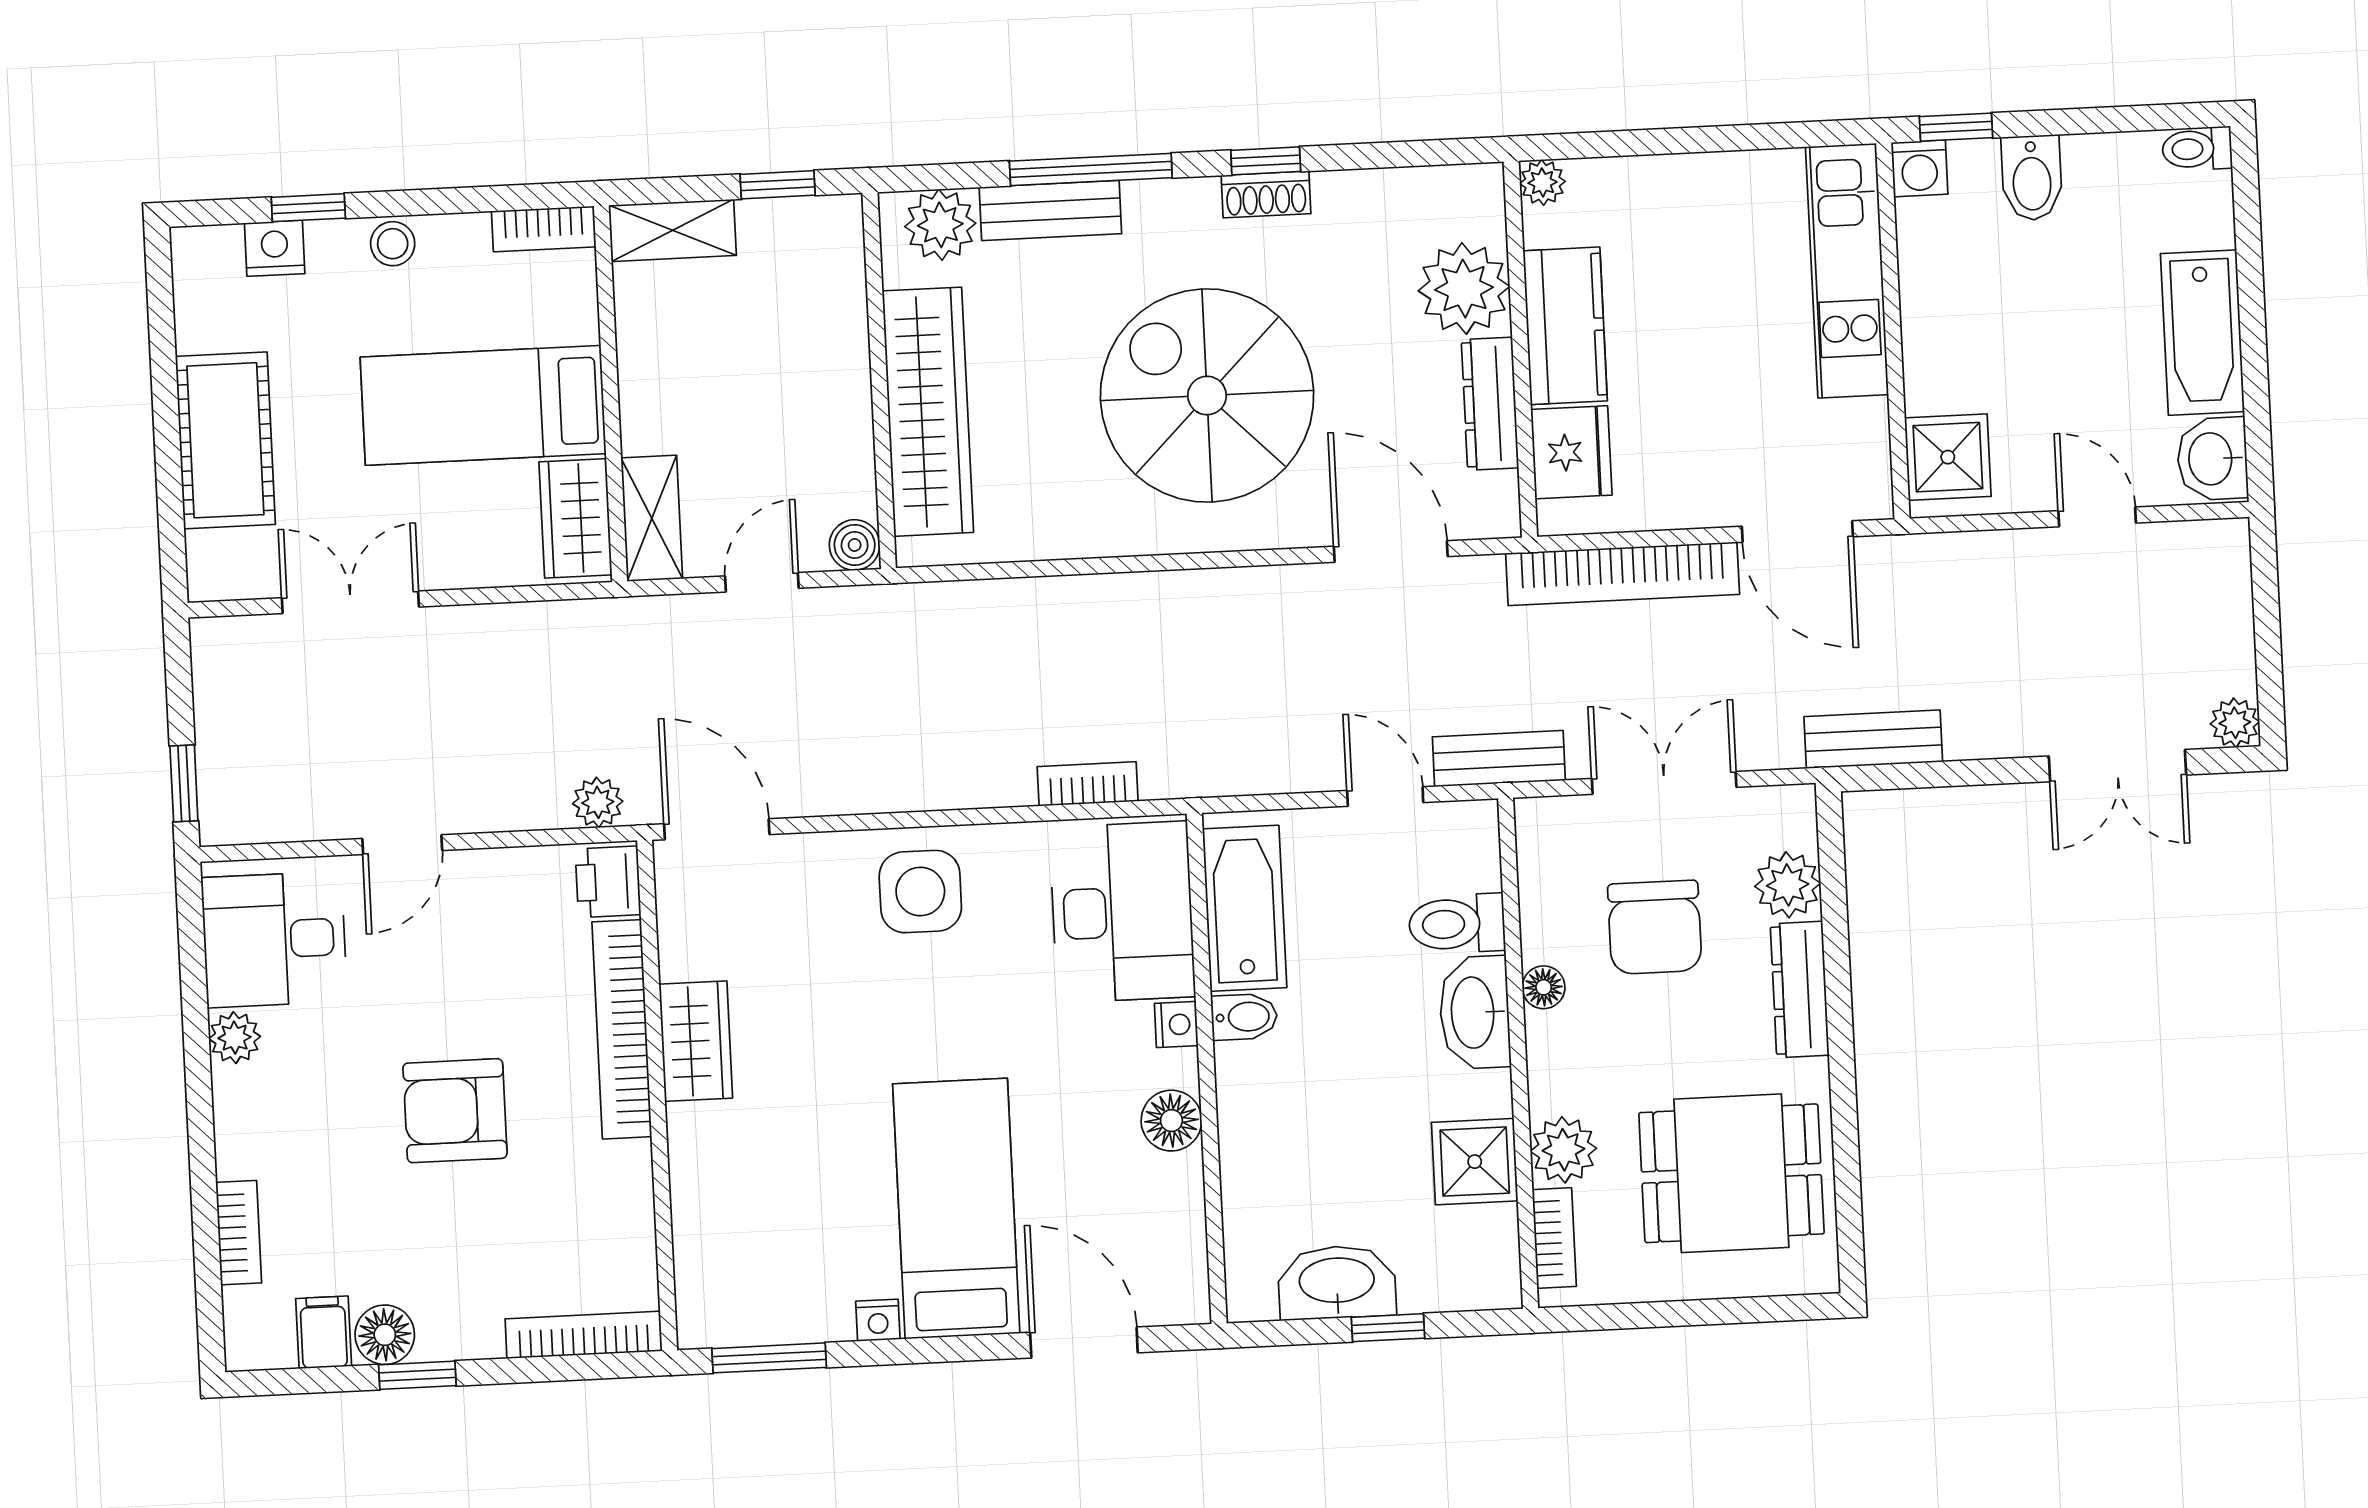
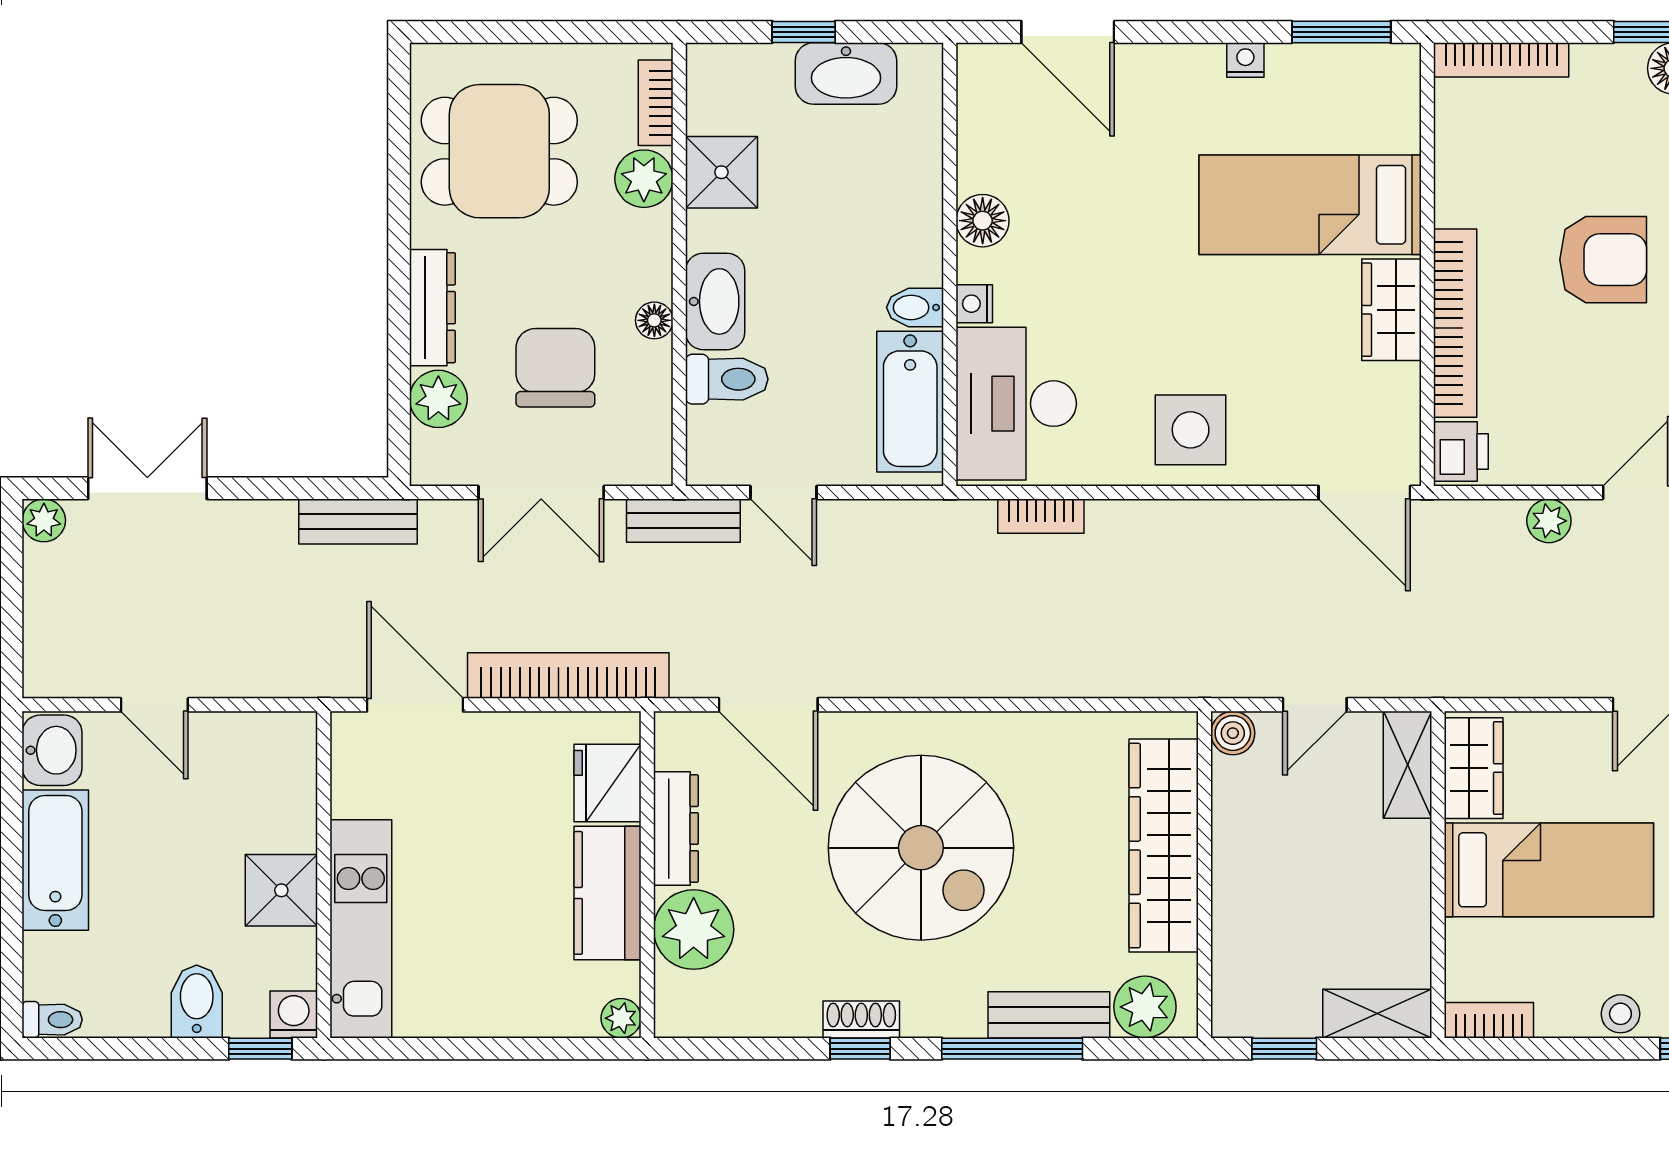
shower: (1948, 457) -> (281, 890), moved
plant: (598, 802) -> (1549, 521), moved
bed: (956, 1209) -> (1310, 205), moved, turned 90

